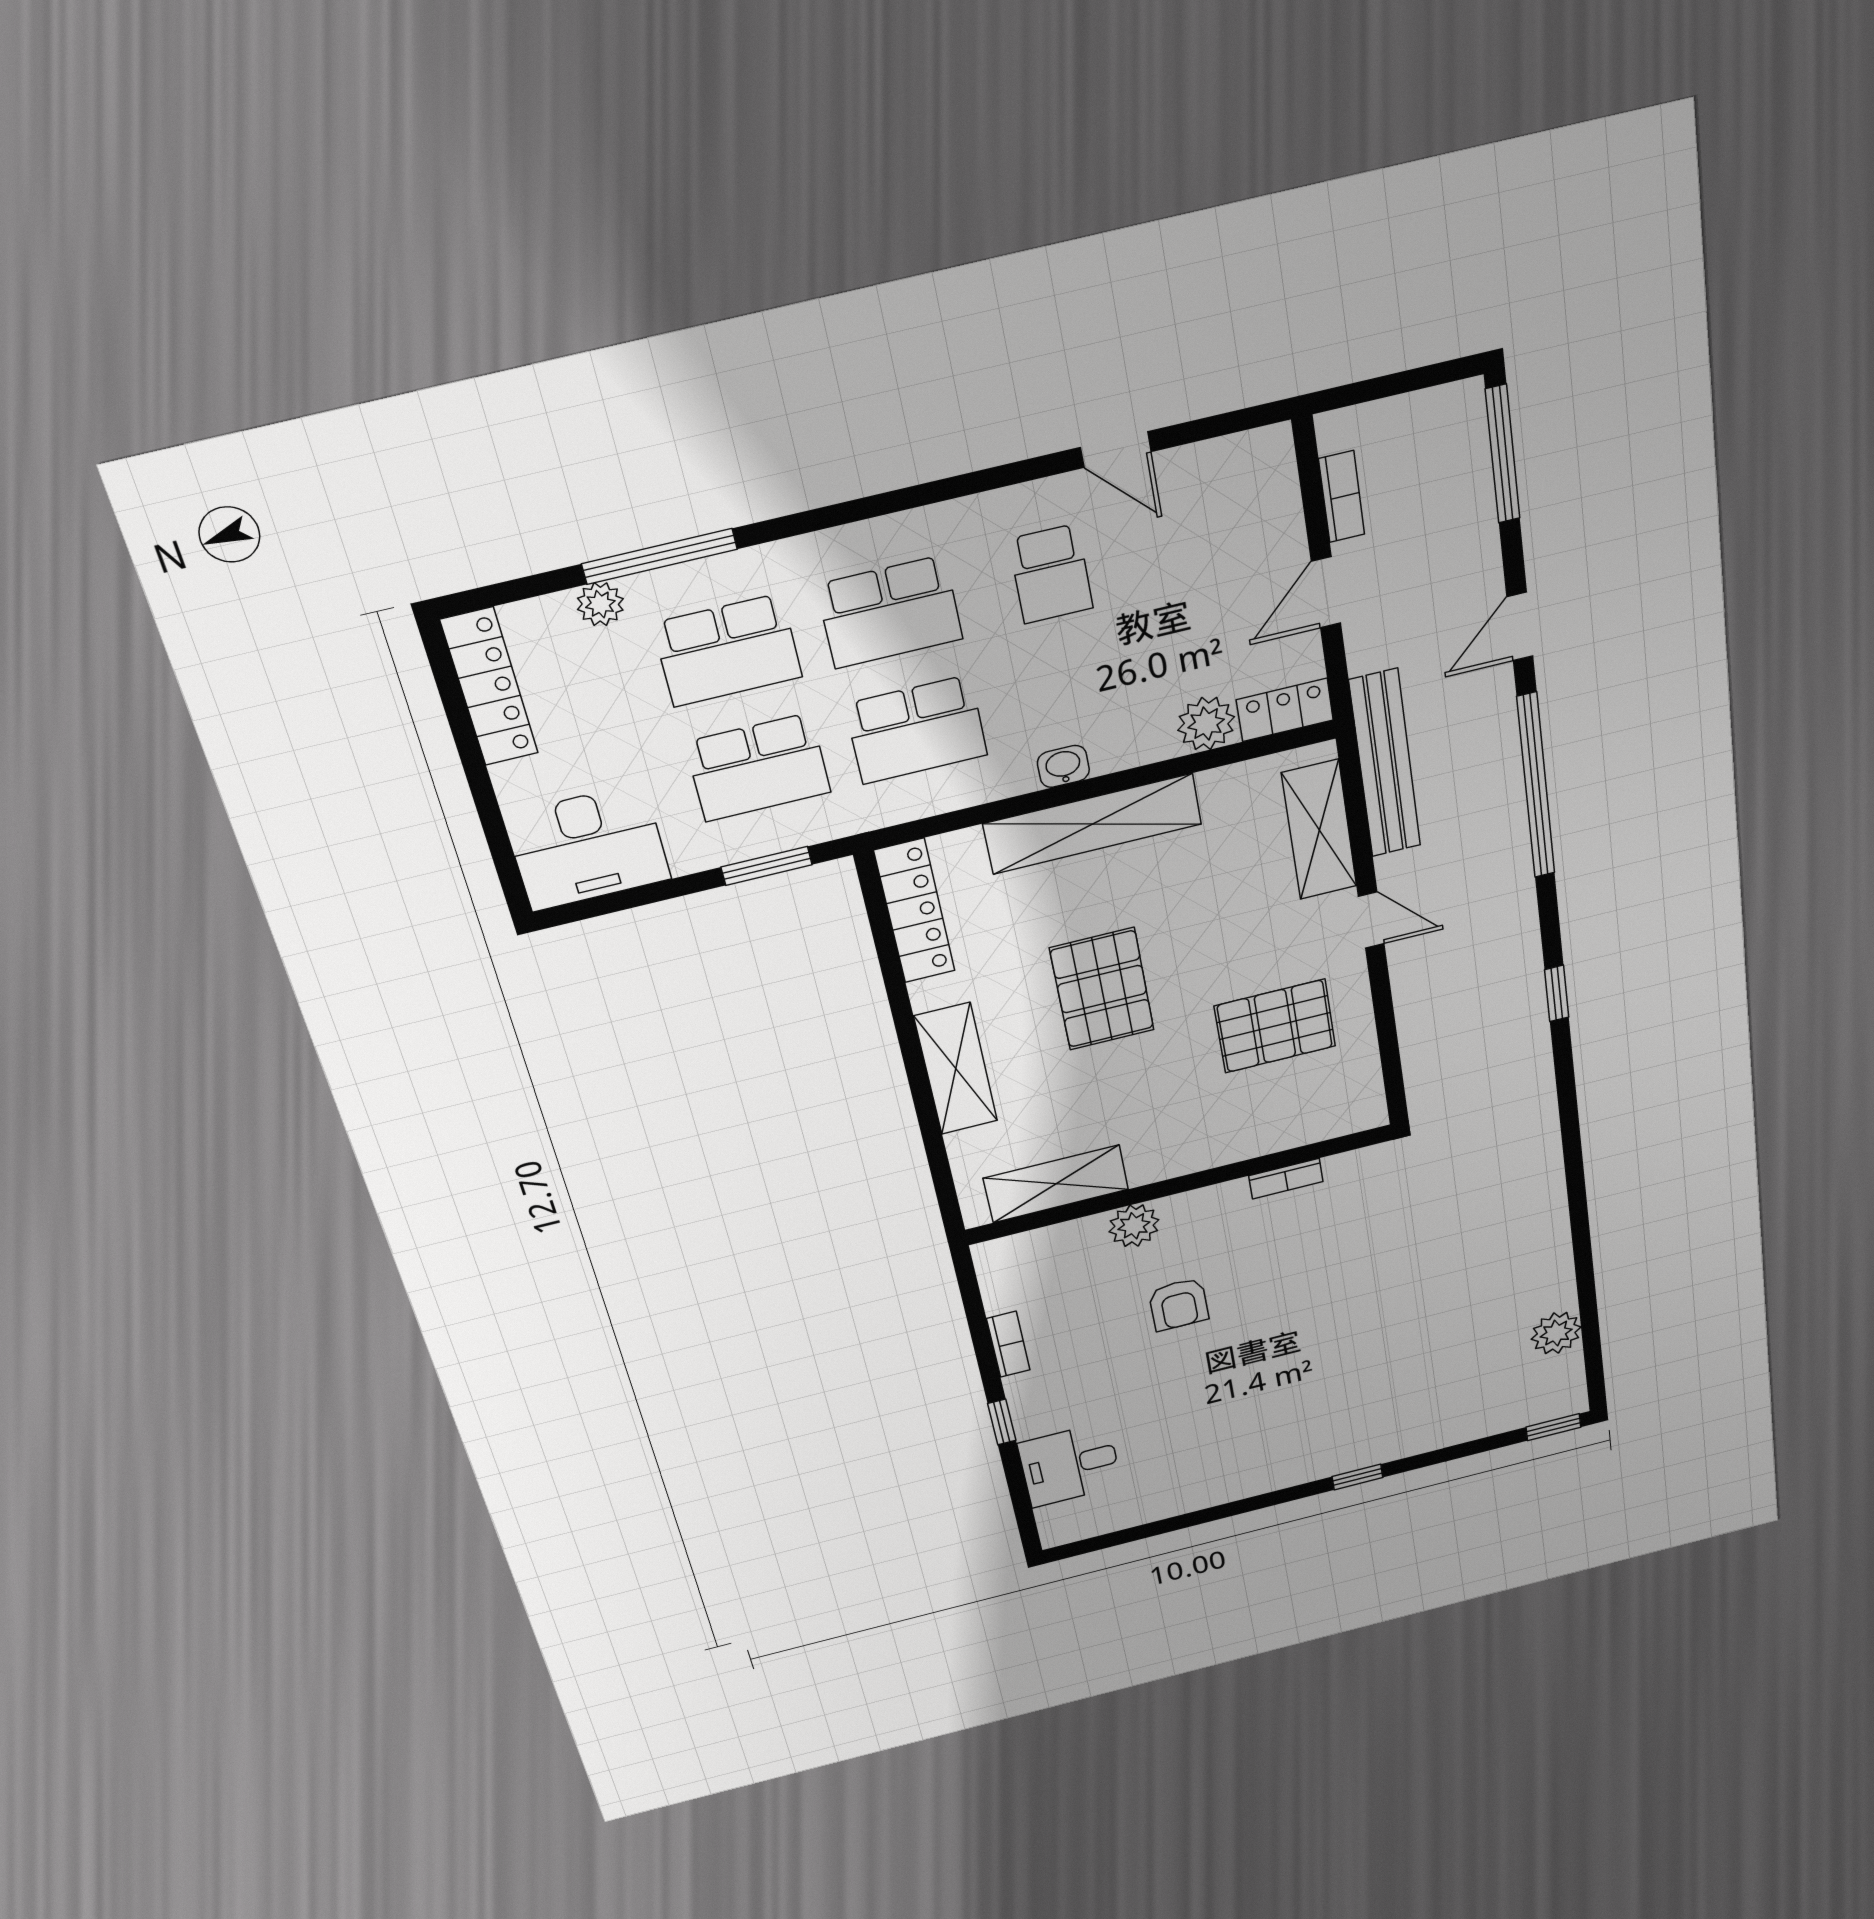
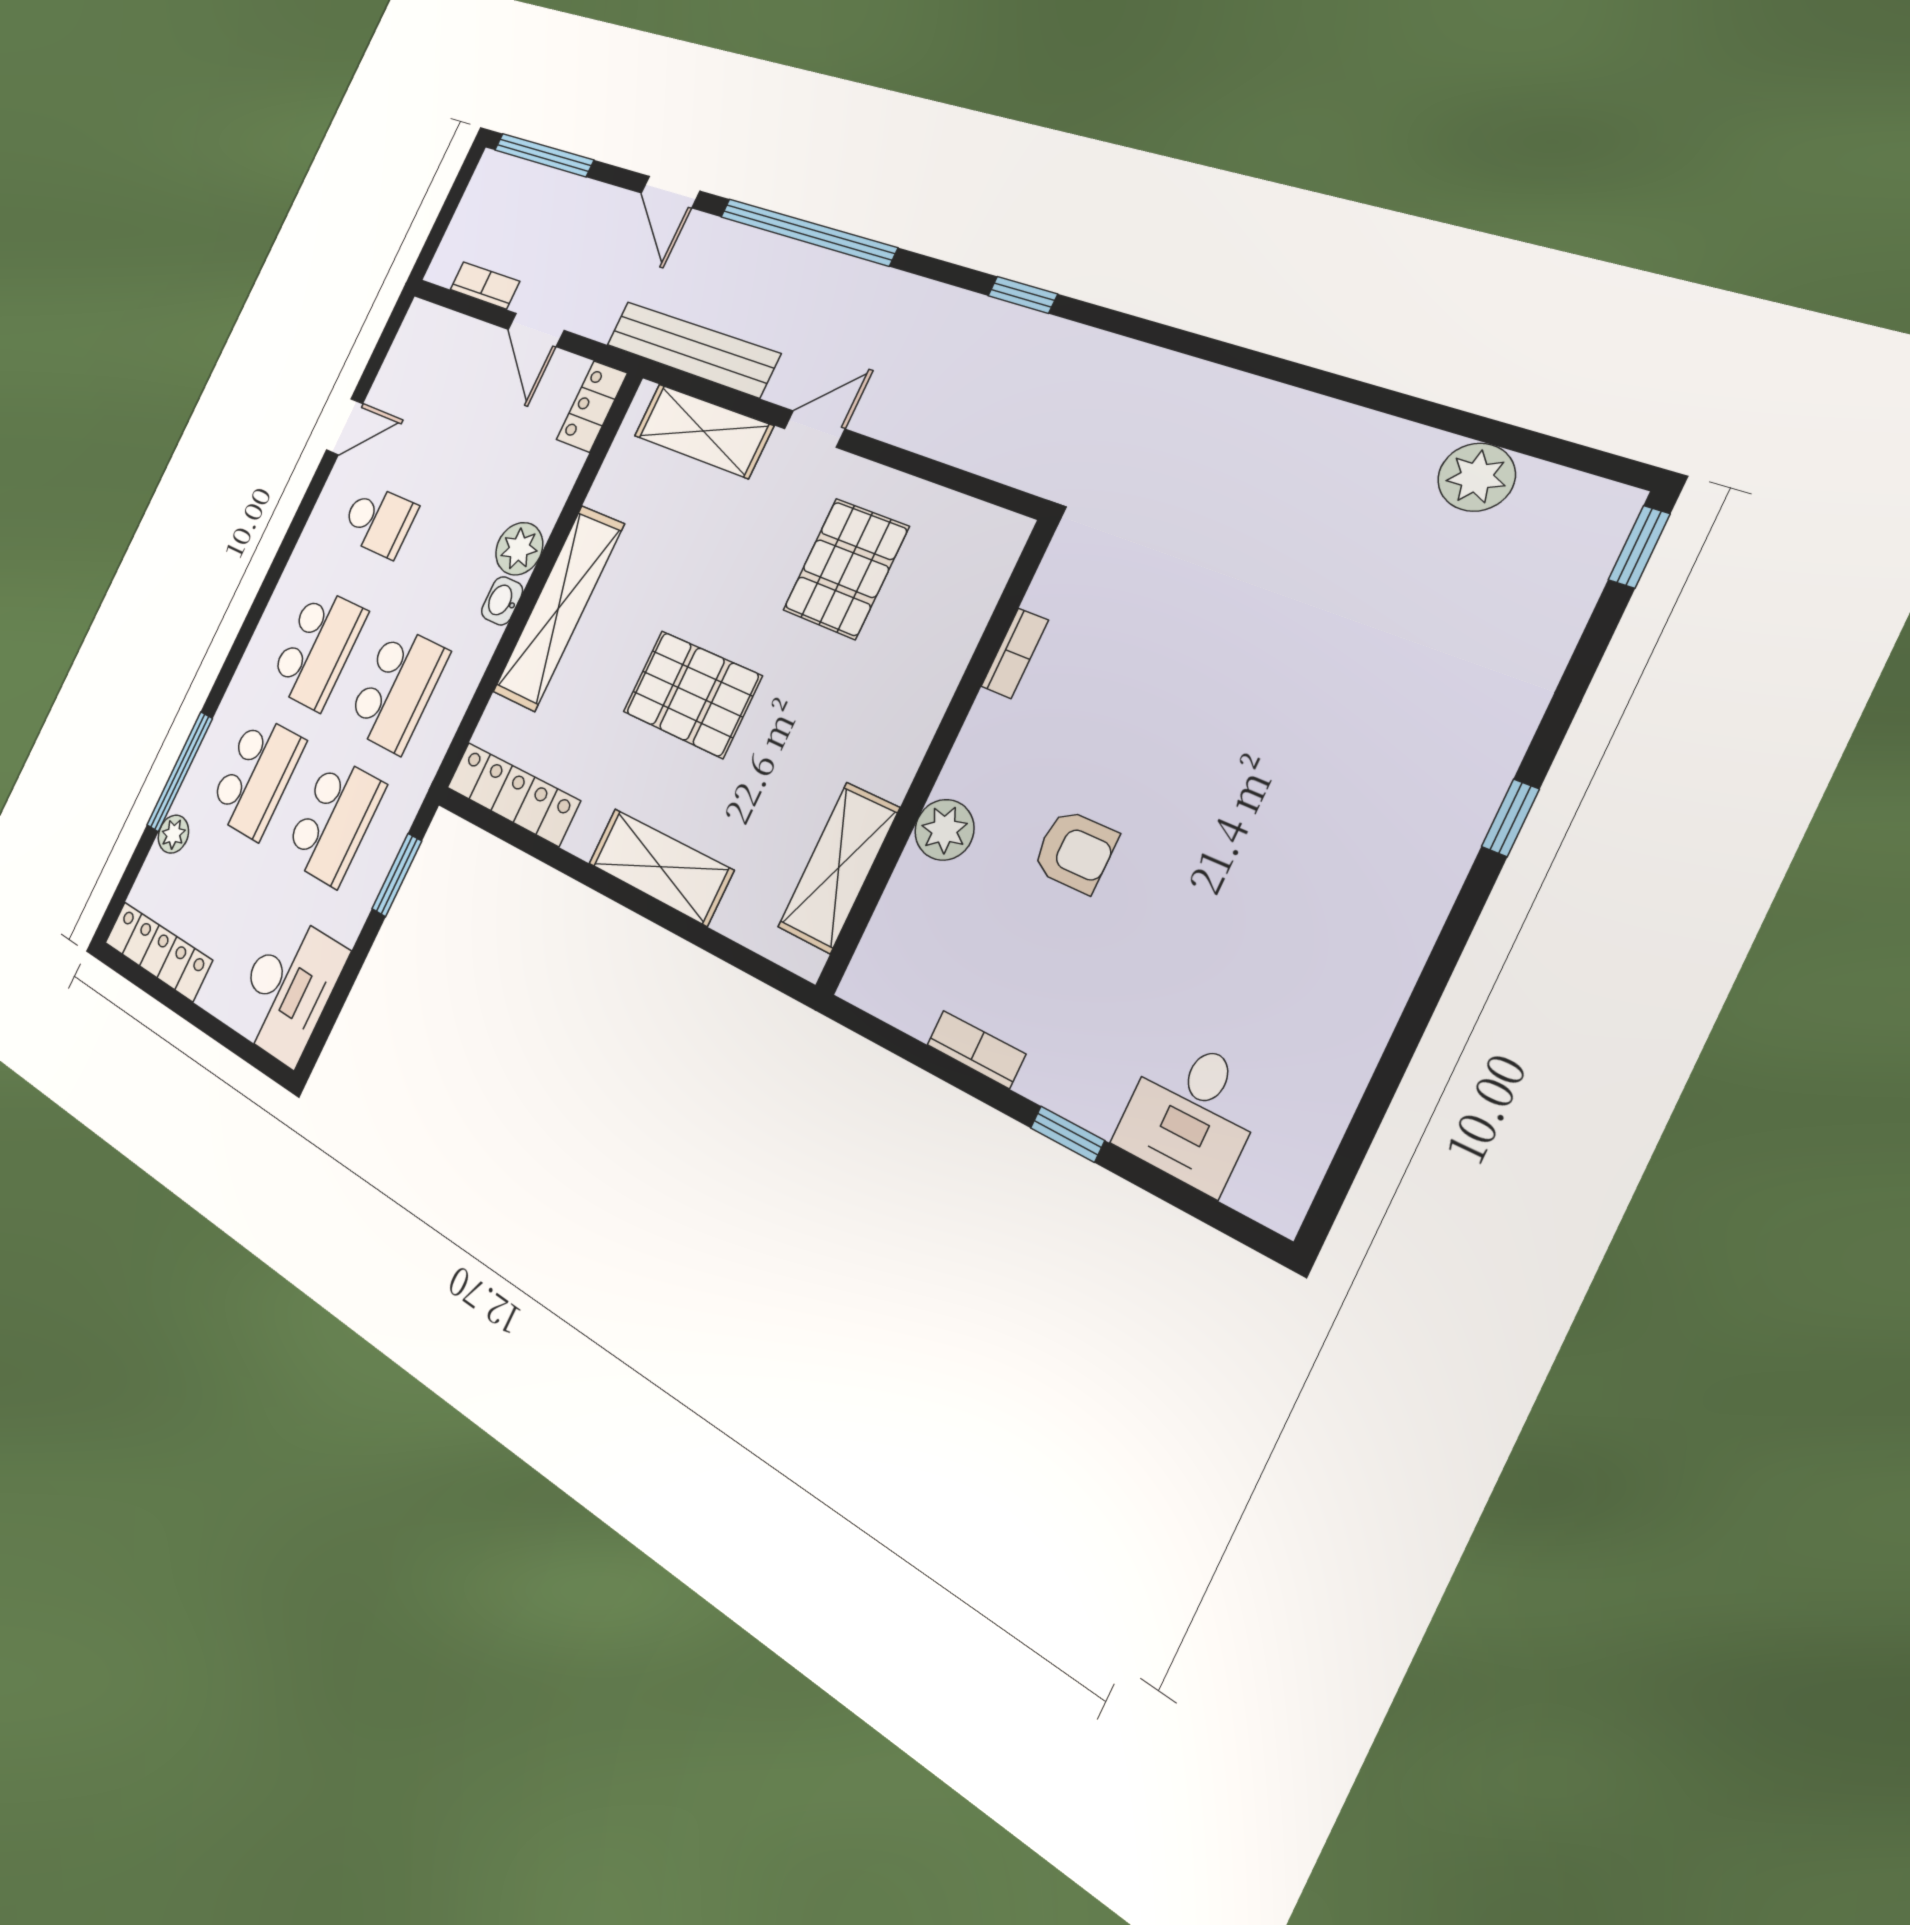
plant: (1206, 724) -> (519, 549), moved

